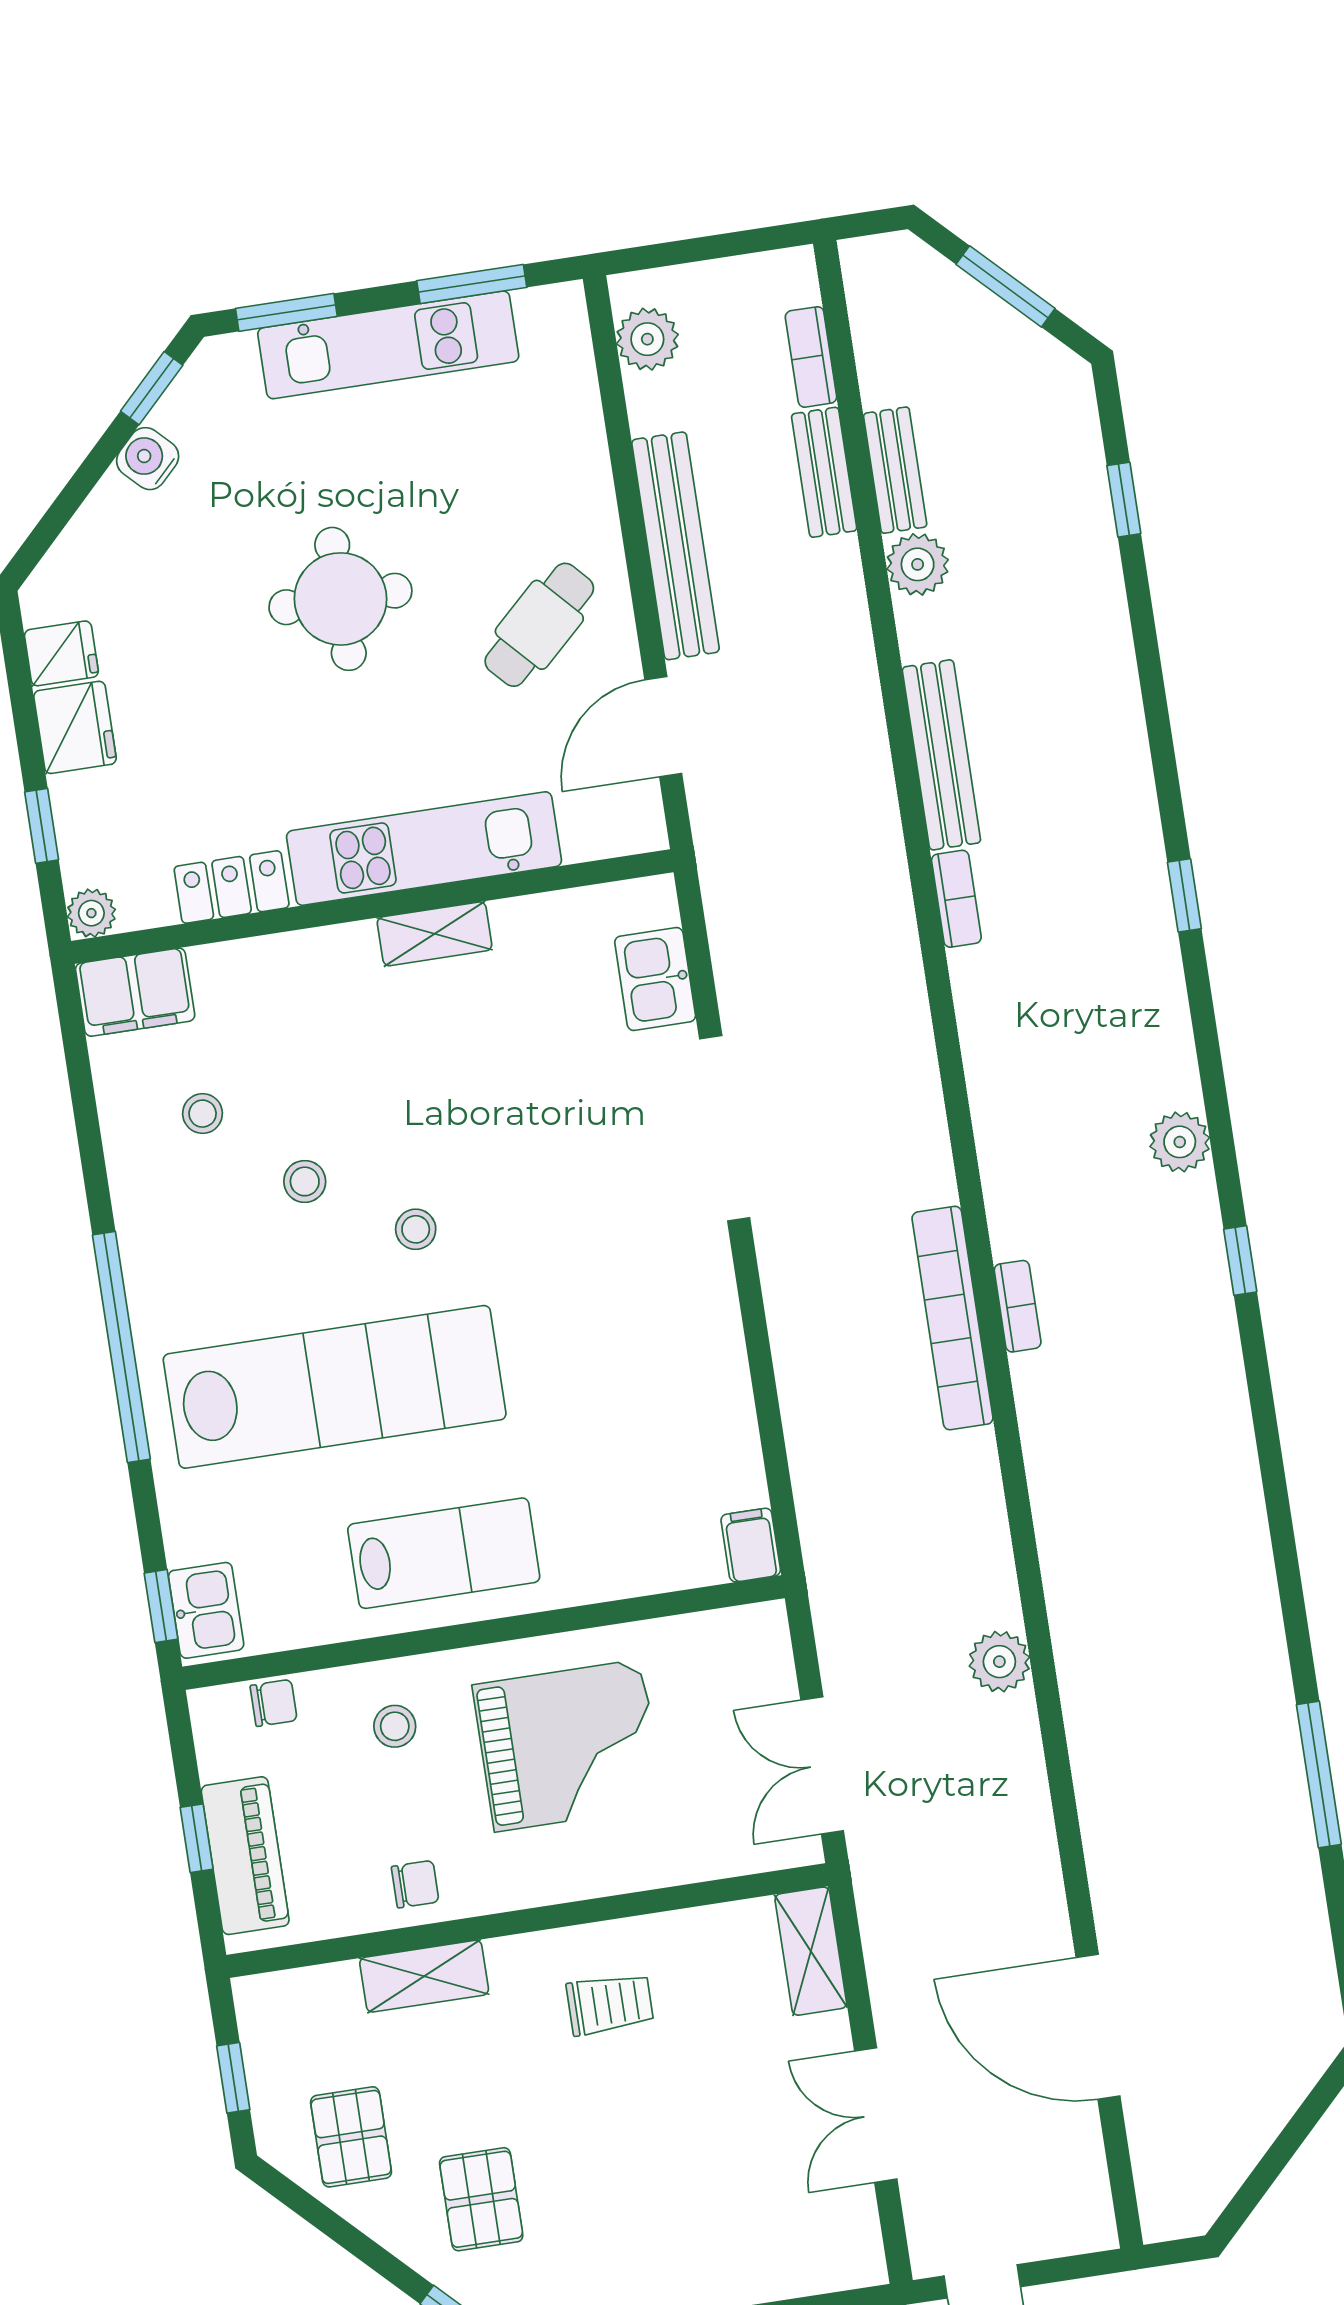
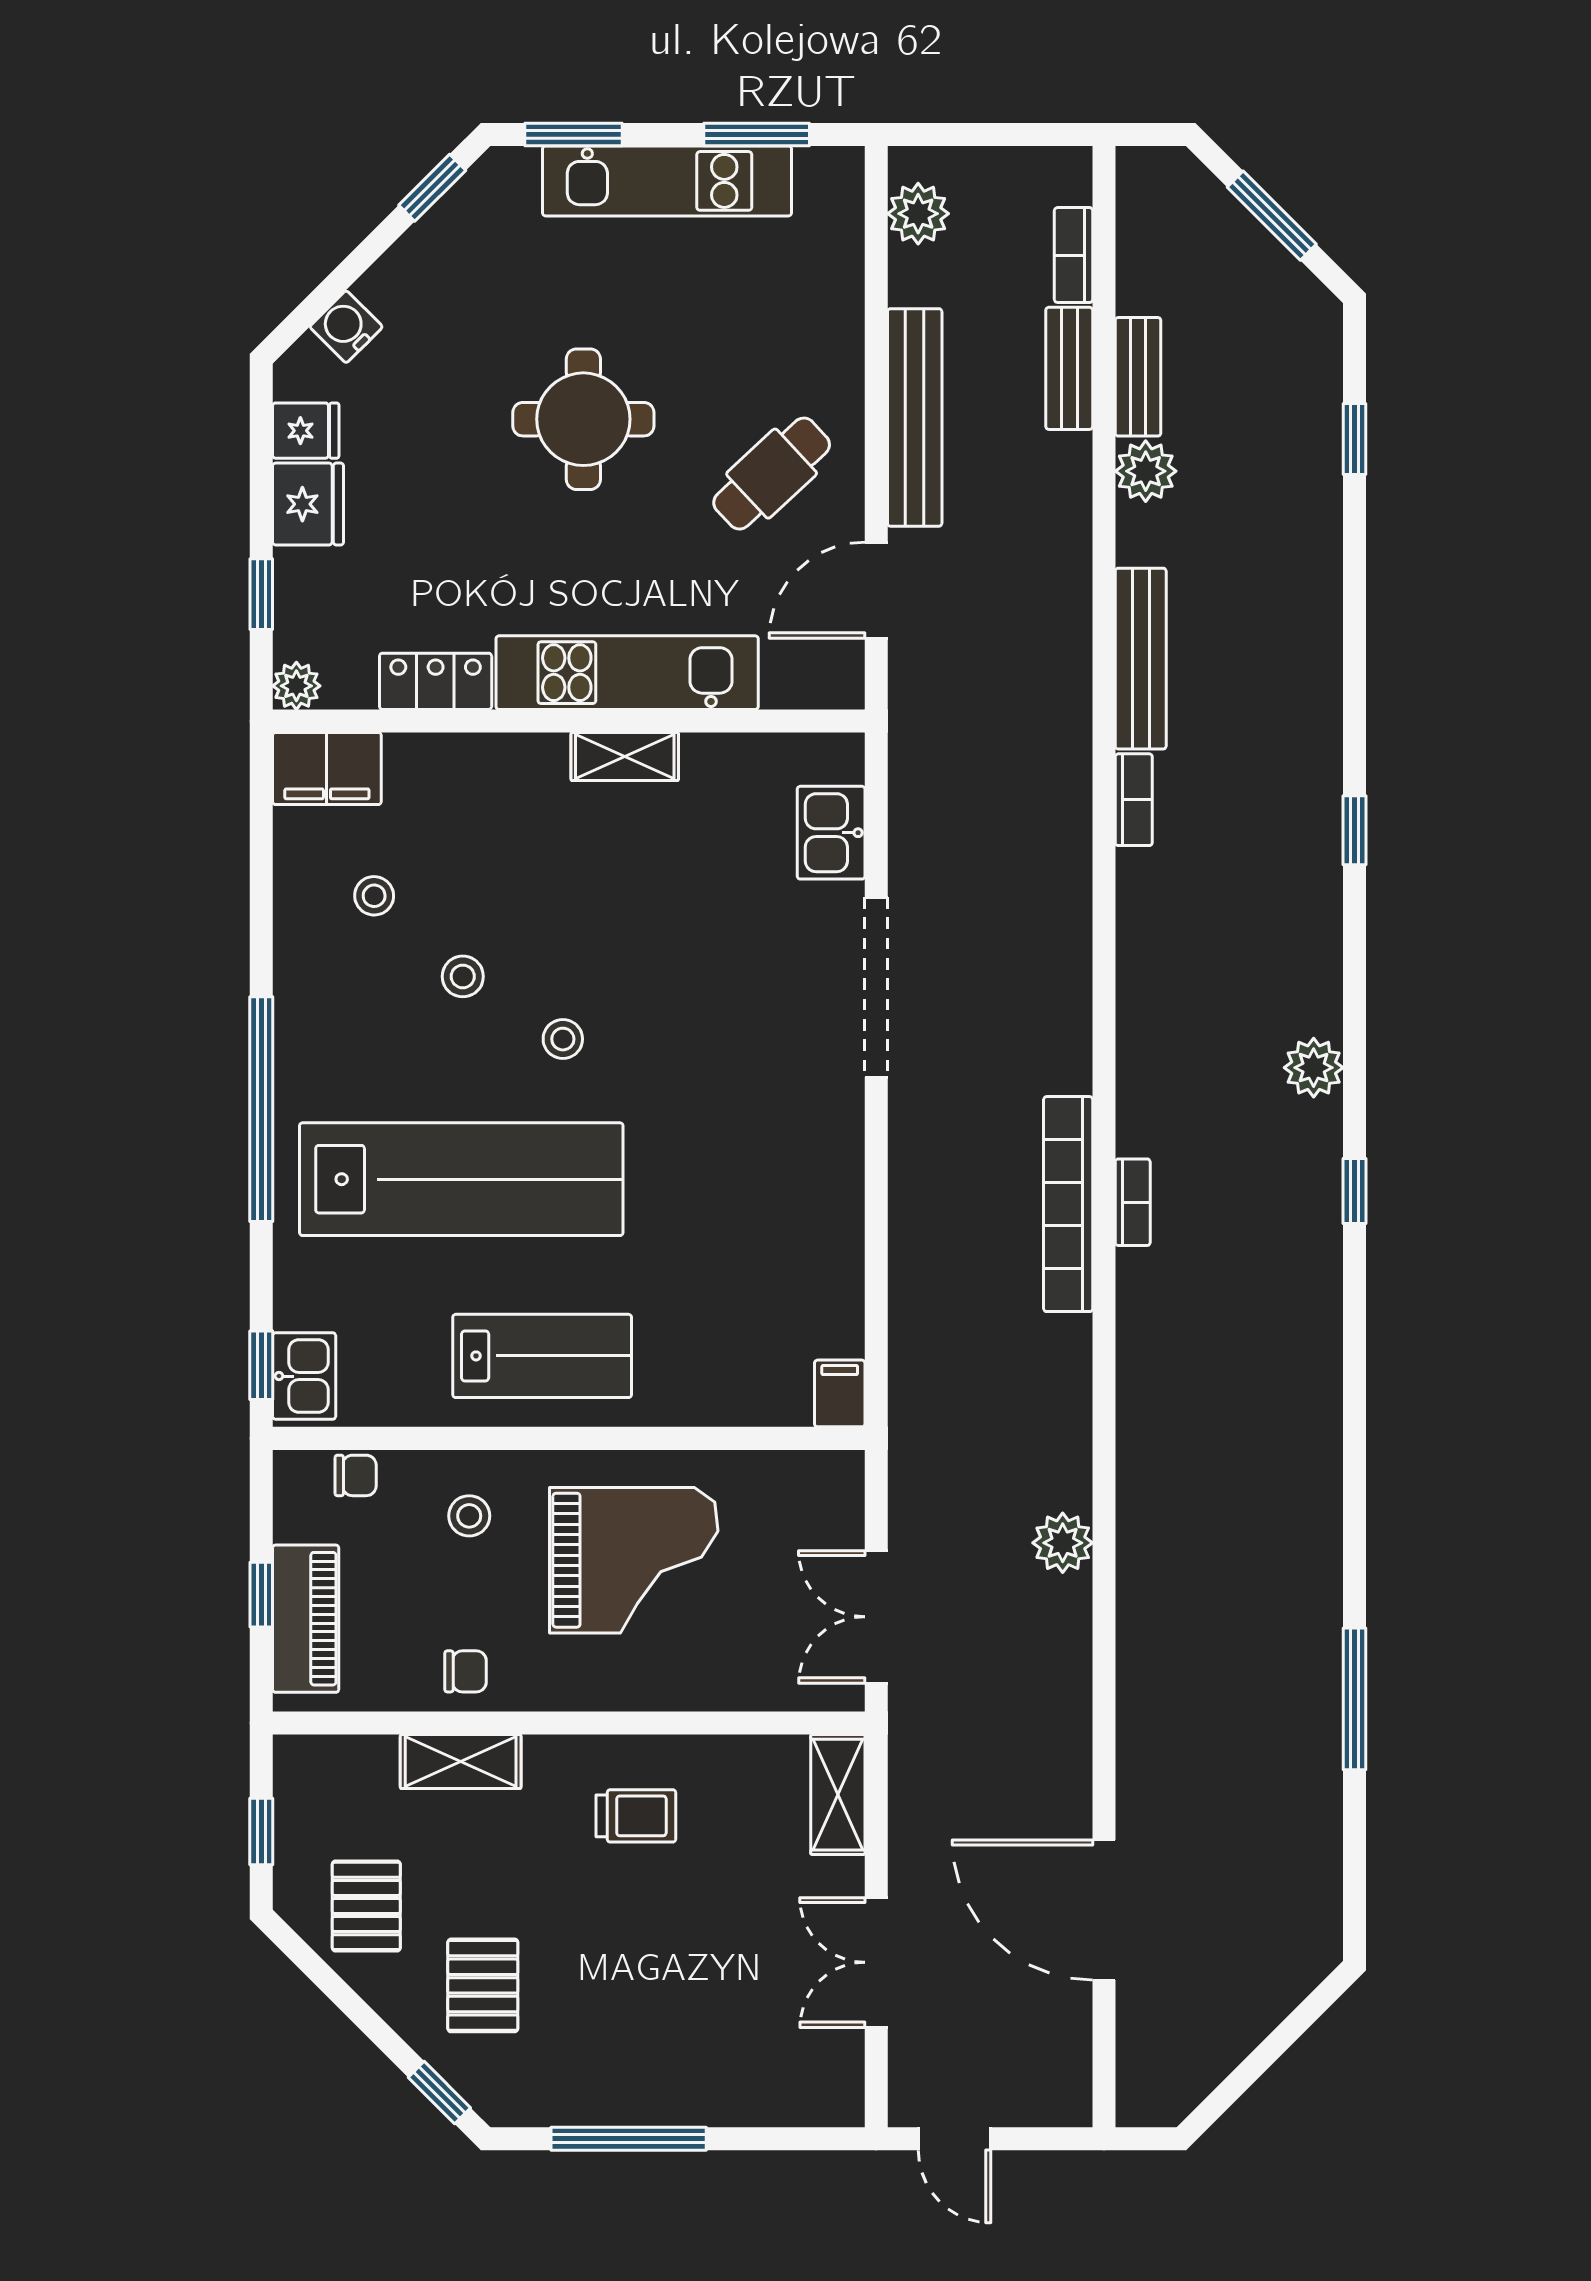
water cooler: (148, 459) -> (346, 327), moved

